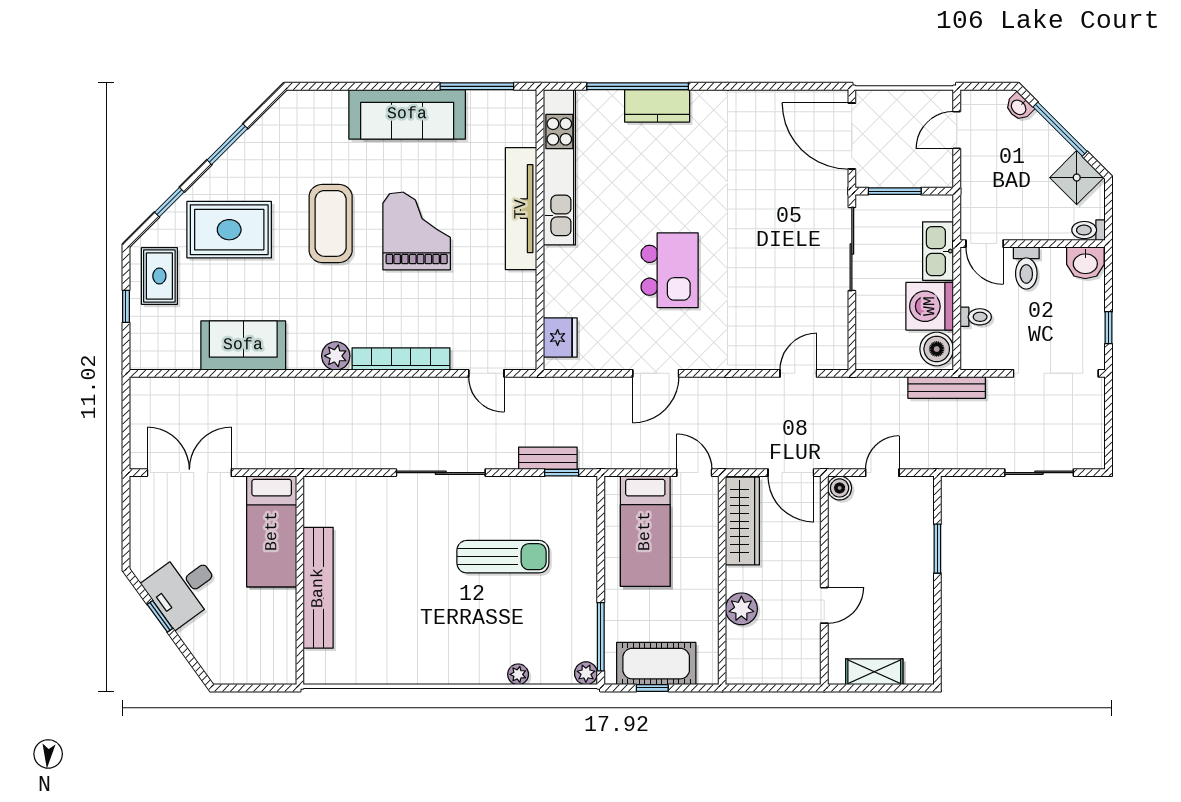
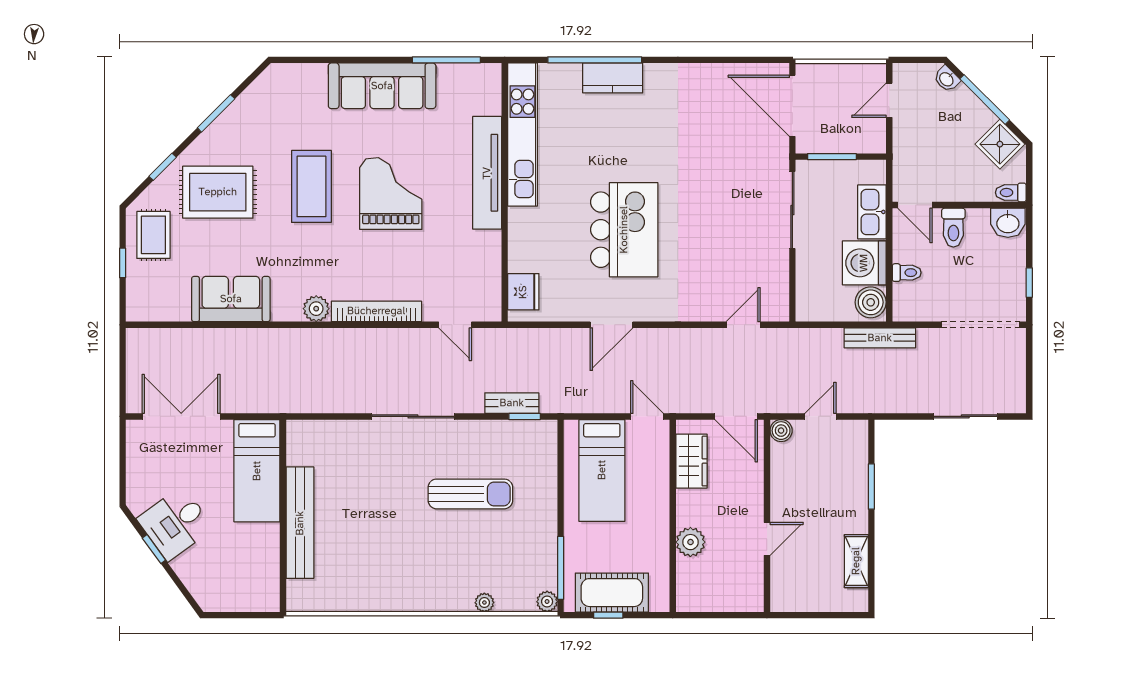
kitchen island: (670, 270) -> (624, 230), width x1.37, depth x1.28
wardrobe: (742, 521) -> (691, 461), width x0.67
shelving: (874, 672) -> (856, 561), moved, turned 90

